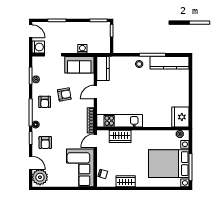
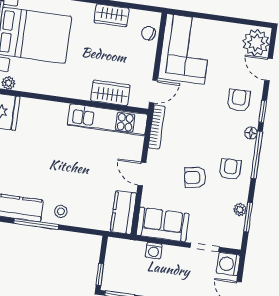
door: (95, 92) -> (142, 174), swing flipped

